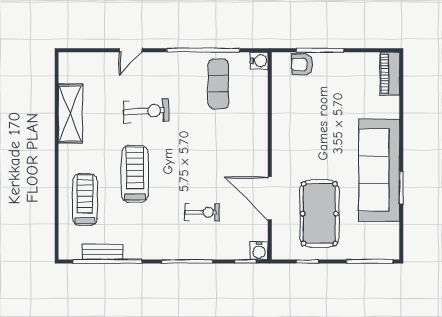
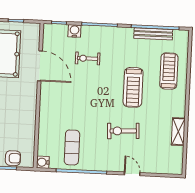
door: (130, 50) -> (132, 174), hinge flipped
shelving: (70, 114) -> (178, 132), width x0.67, depth x0.75
treadmill: (85, 200) -> (169, 71), turned 180
water cooler: (259, 251) -> (74, 31), moved
bench: (102, 252) -> (153, 34), width x1.36

